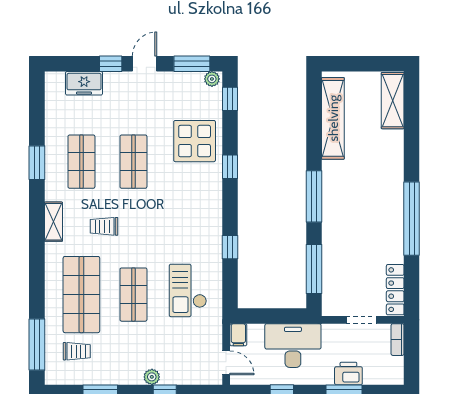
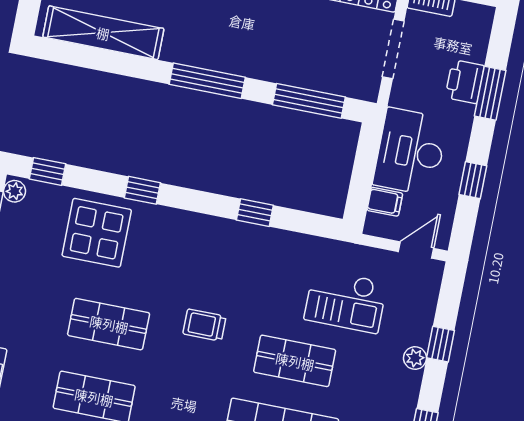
trolley: (104, 226) -> (204, 325), moved, turned 90
checkout: (188, 290) -> (346, 301), moved
doorway: (361, 320) -> (393, 49), width x1.38
filing cabinet: (238, 335) -> (385, 202), moved

